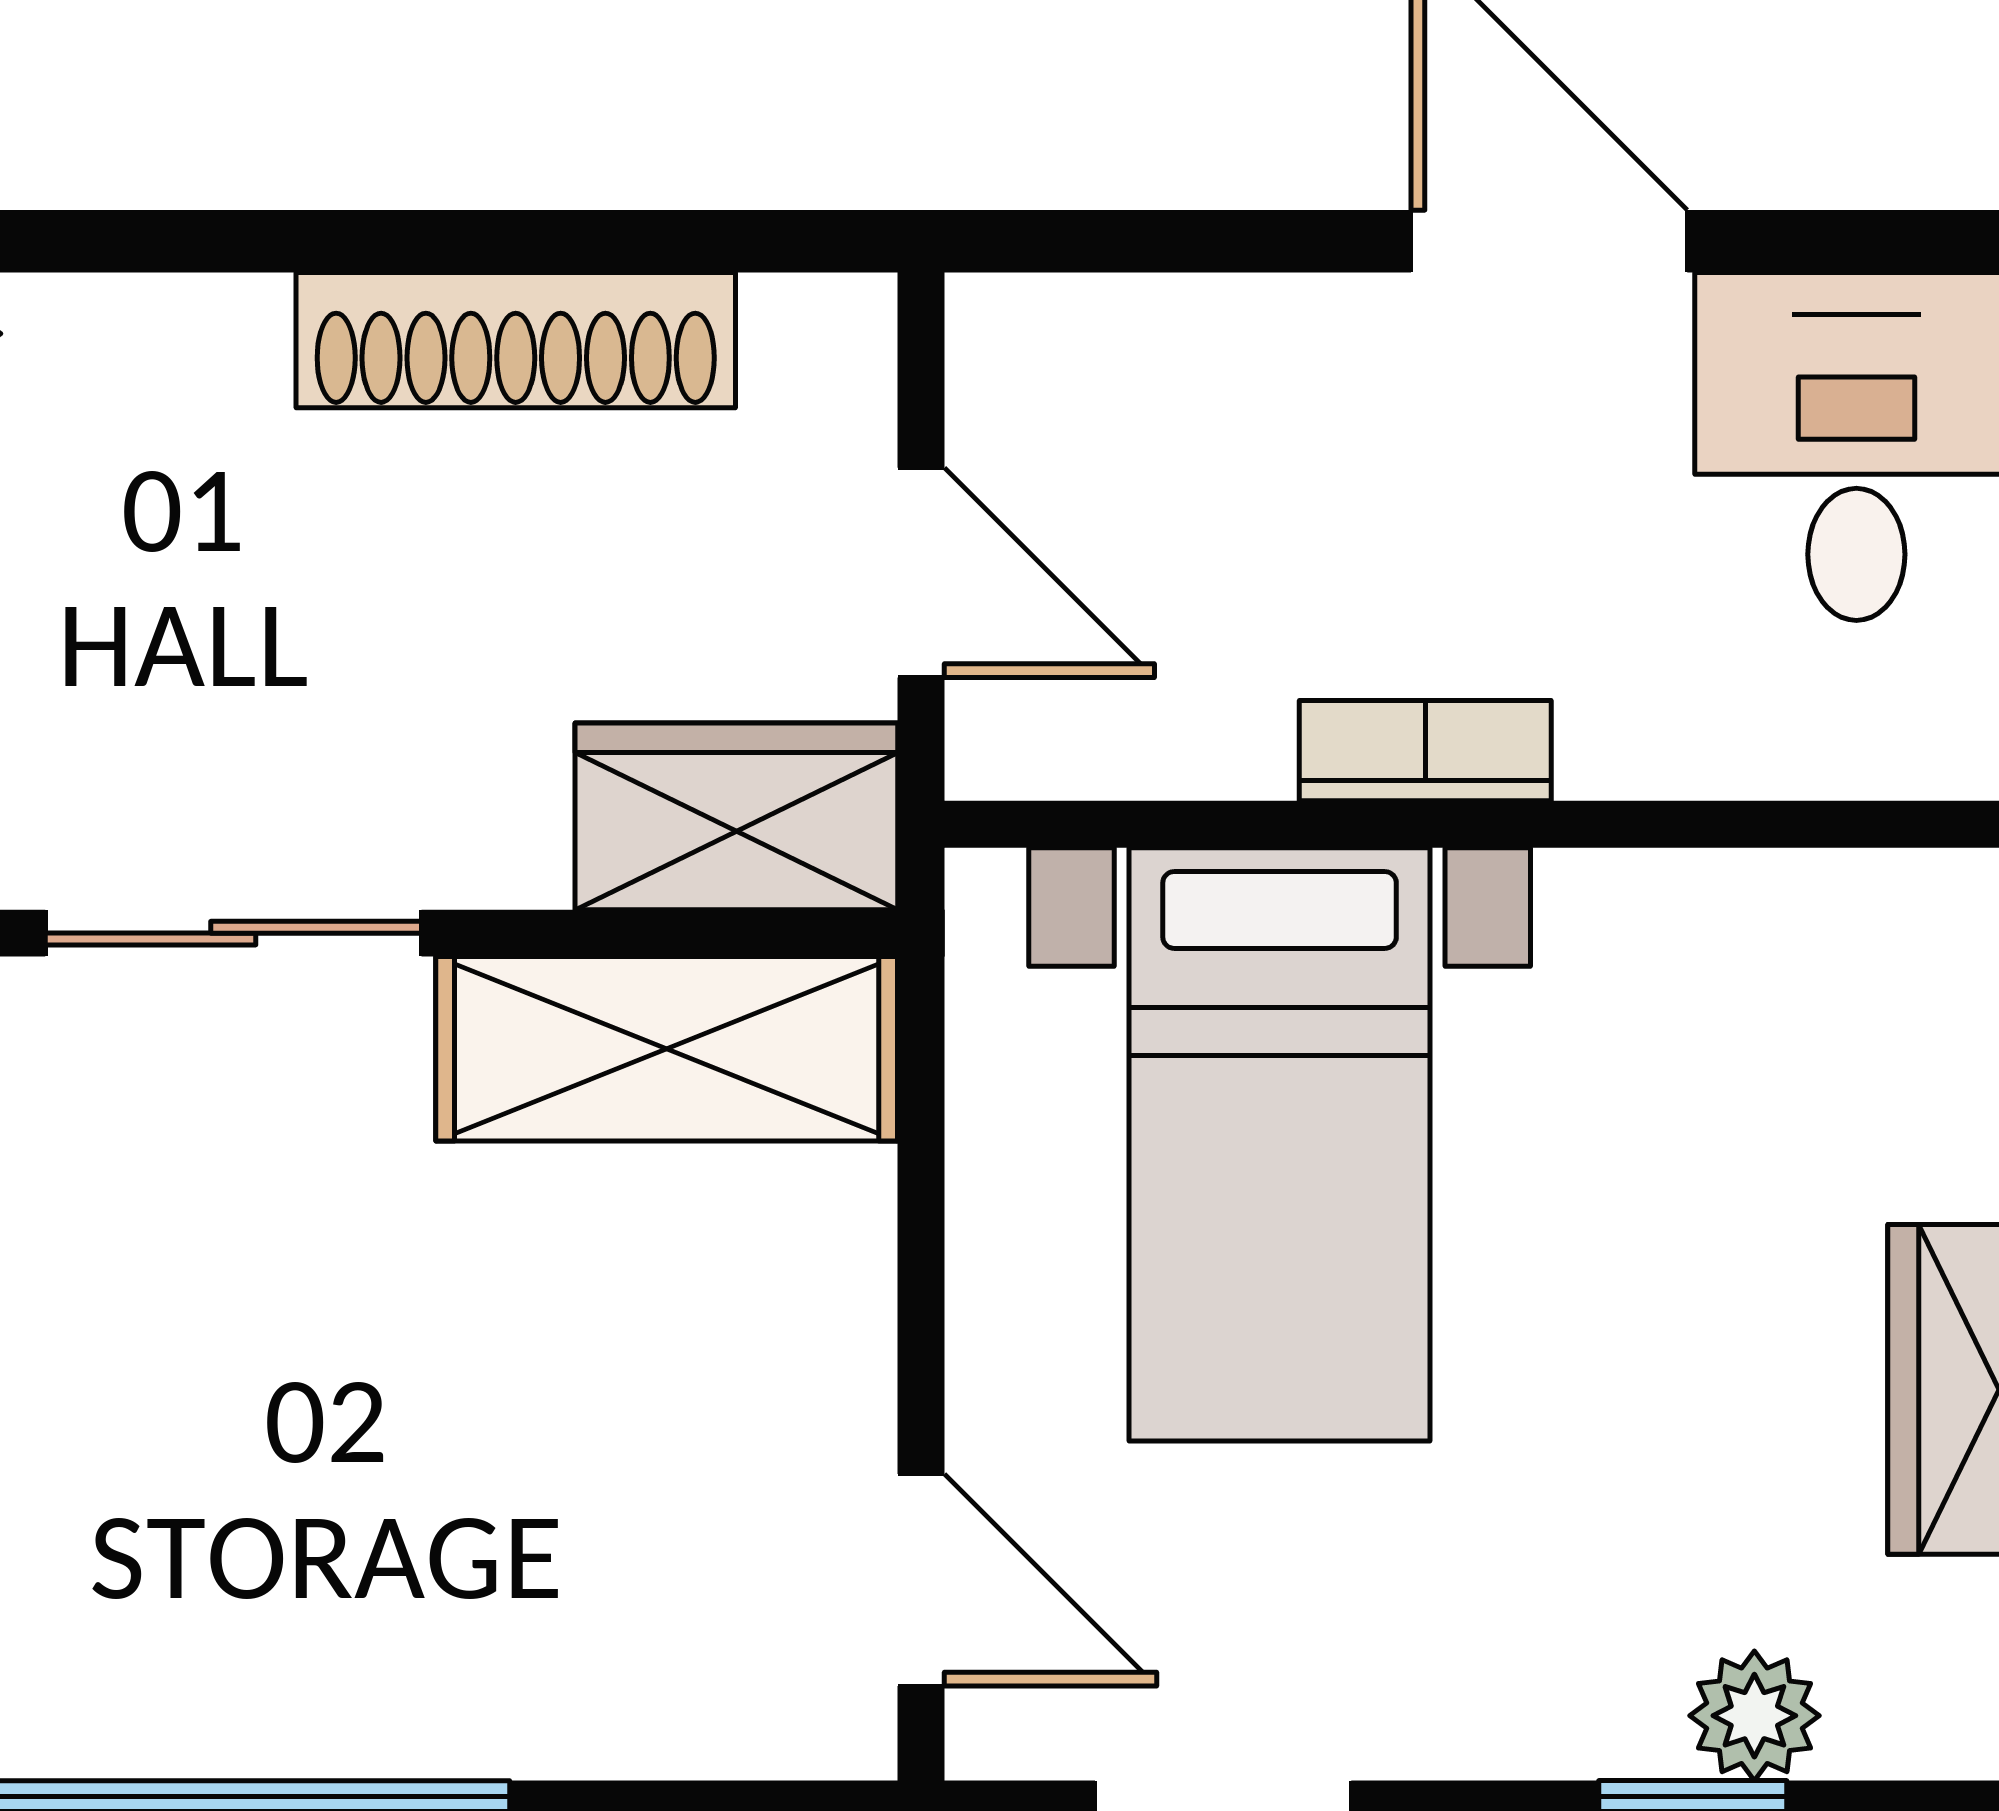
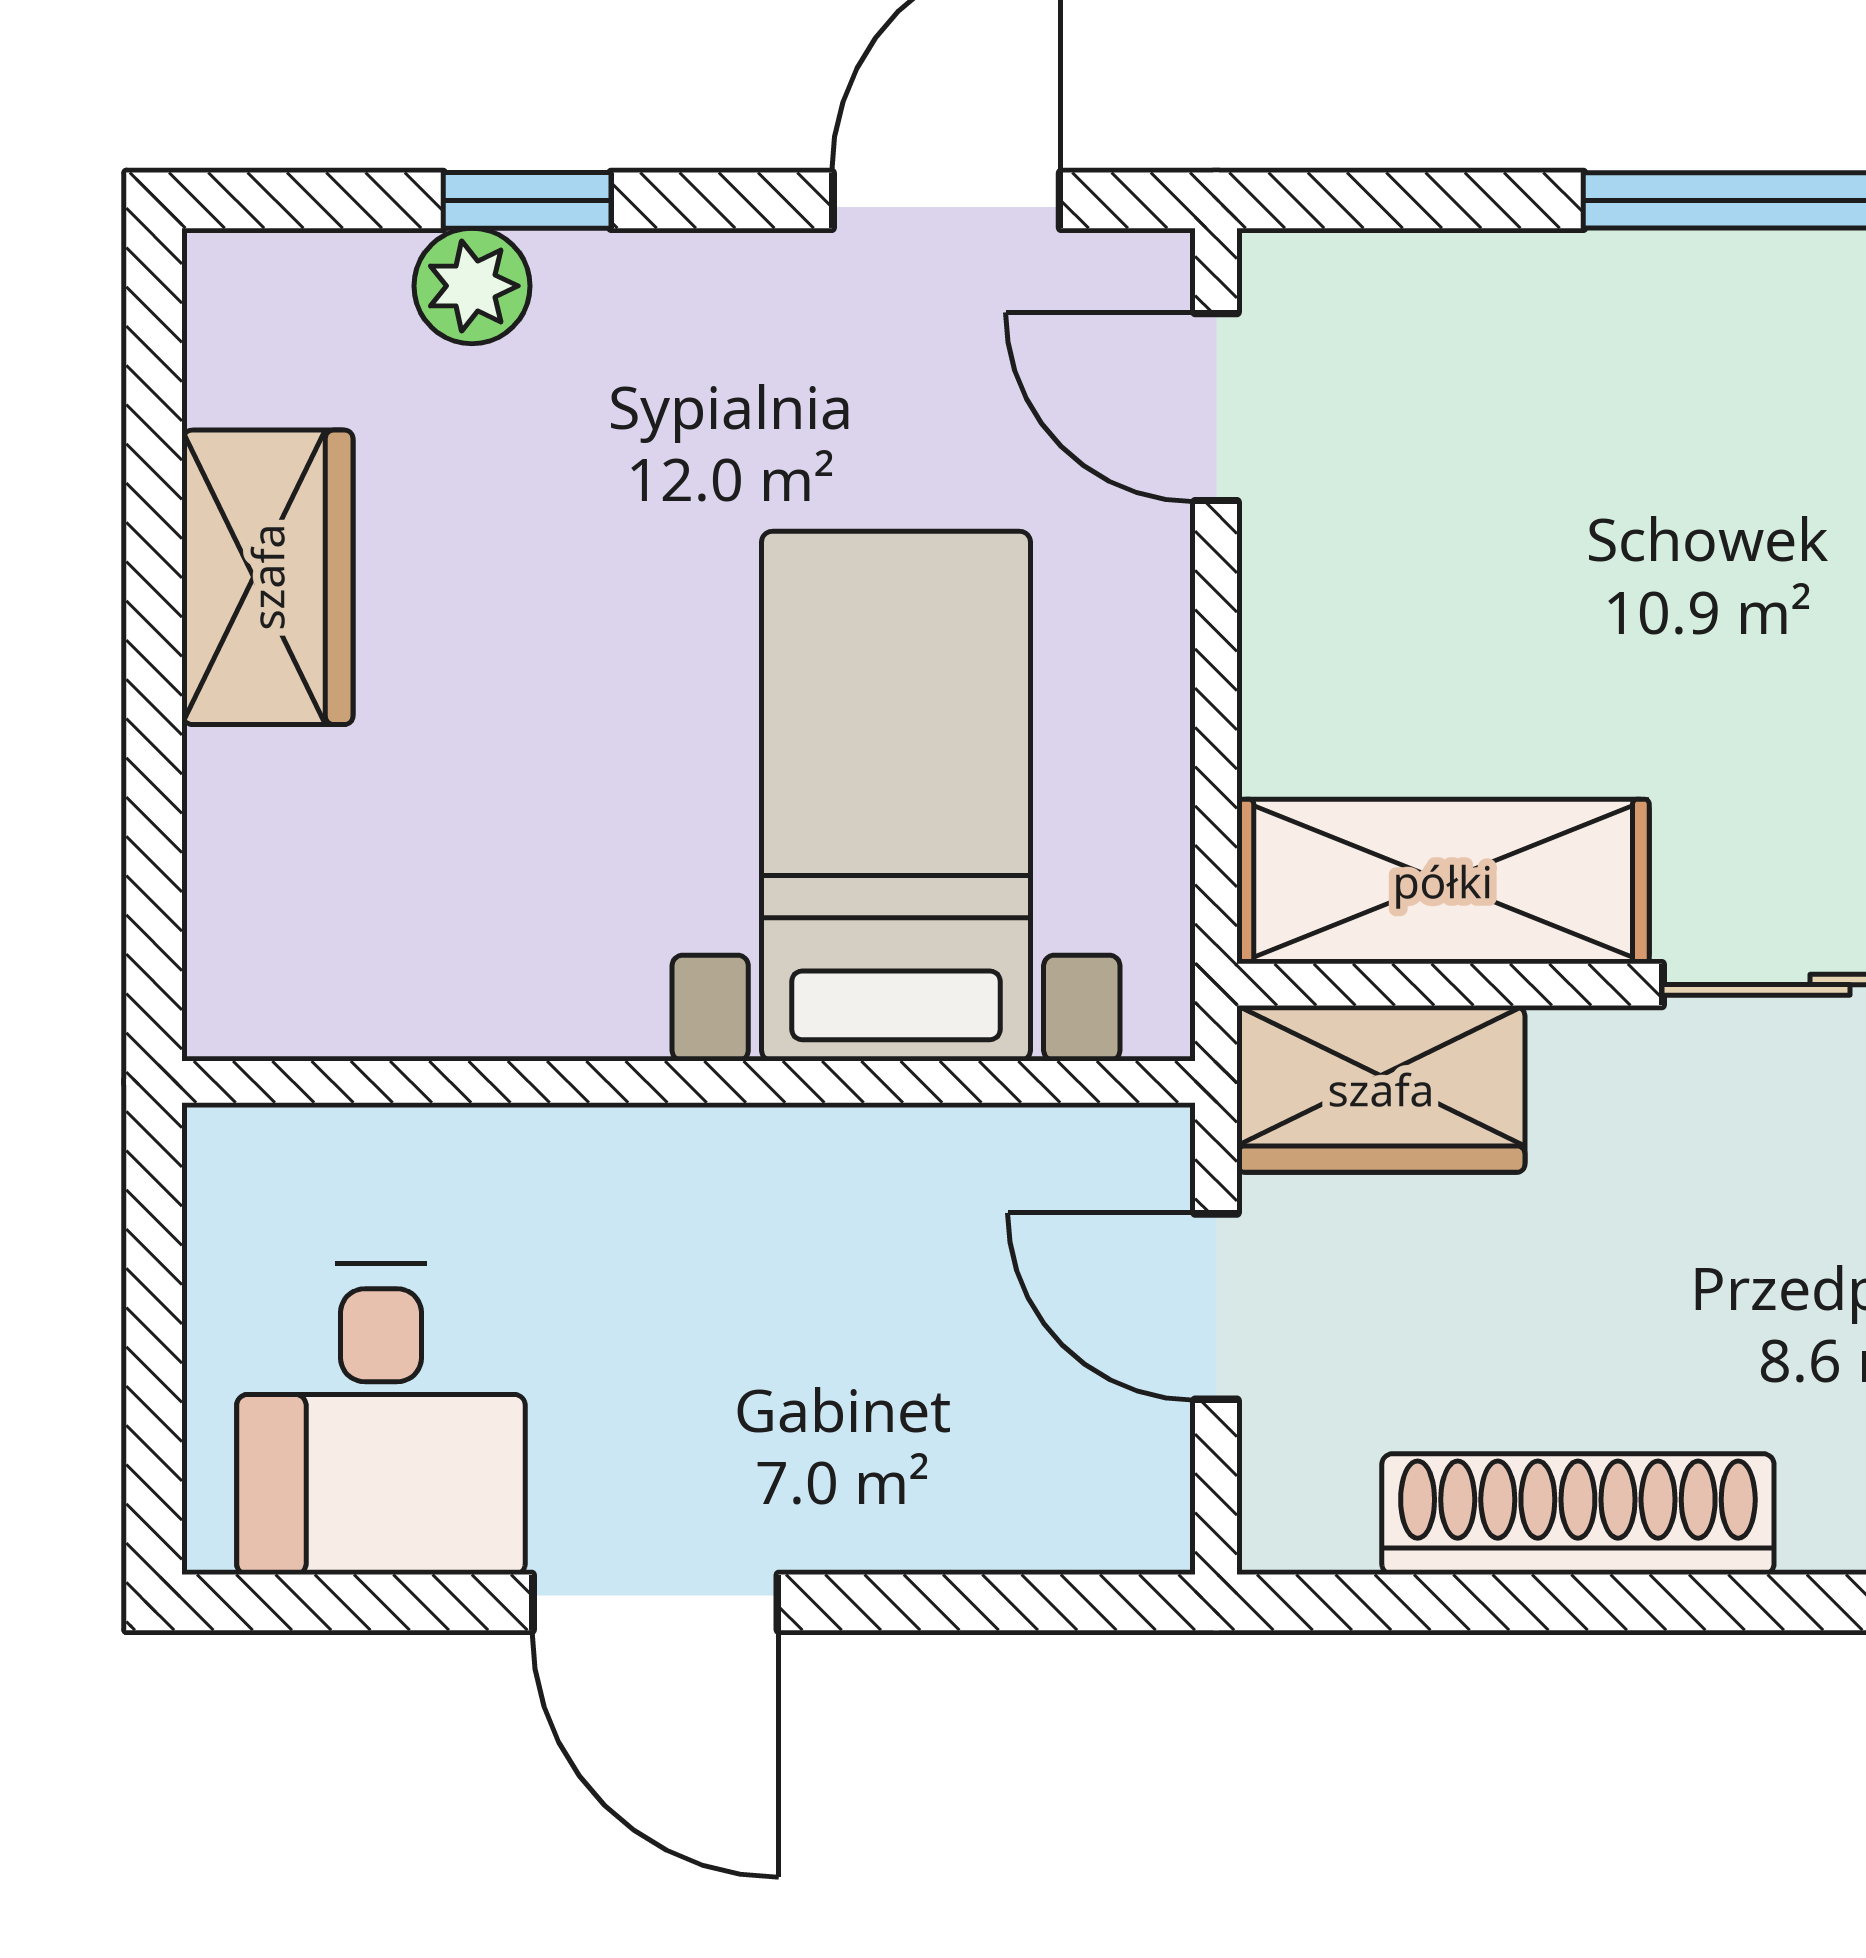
bookcase: (1425, 751) -> (766, 1148), removed

